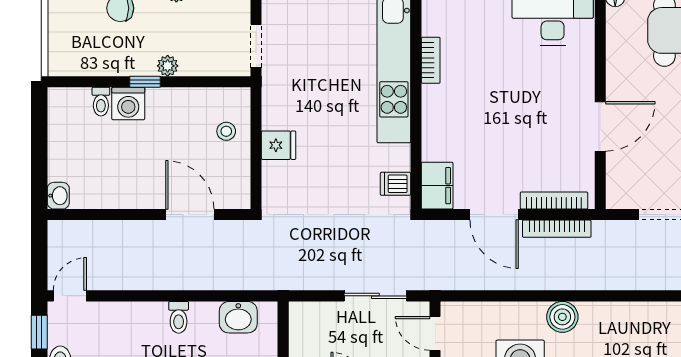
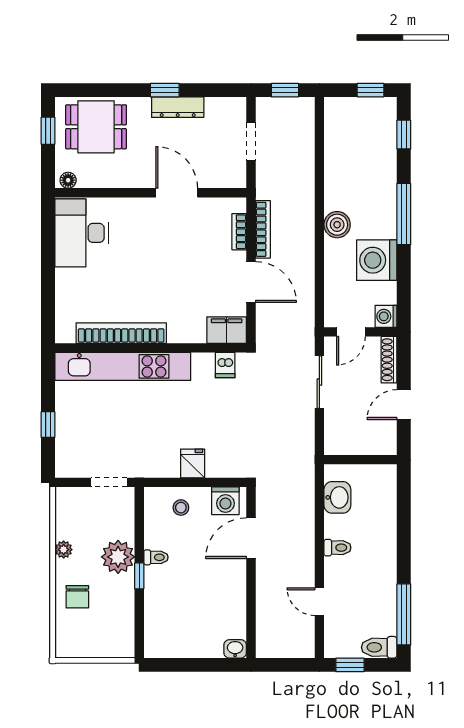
bookcase: (431, 60) -> (121, 333), width x2.31, depth x1.31
plant: (168, 66) -> (118, 557), width x1.87, depth x1.87
toilet: (101, 102) -> (156, 557), moved
washing machine: (128, 104) -> (225, 501), moved, turned 90
bookcase: (554, 201) -> (239, 232), width x0.64
door: (494, 215) -> (251, 282), hinge flipped
door: (70, 296) -> (319, 602), moved

